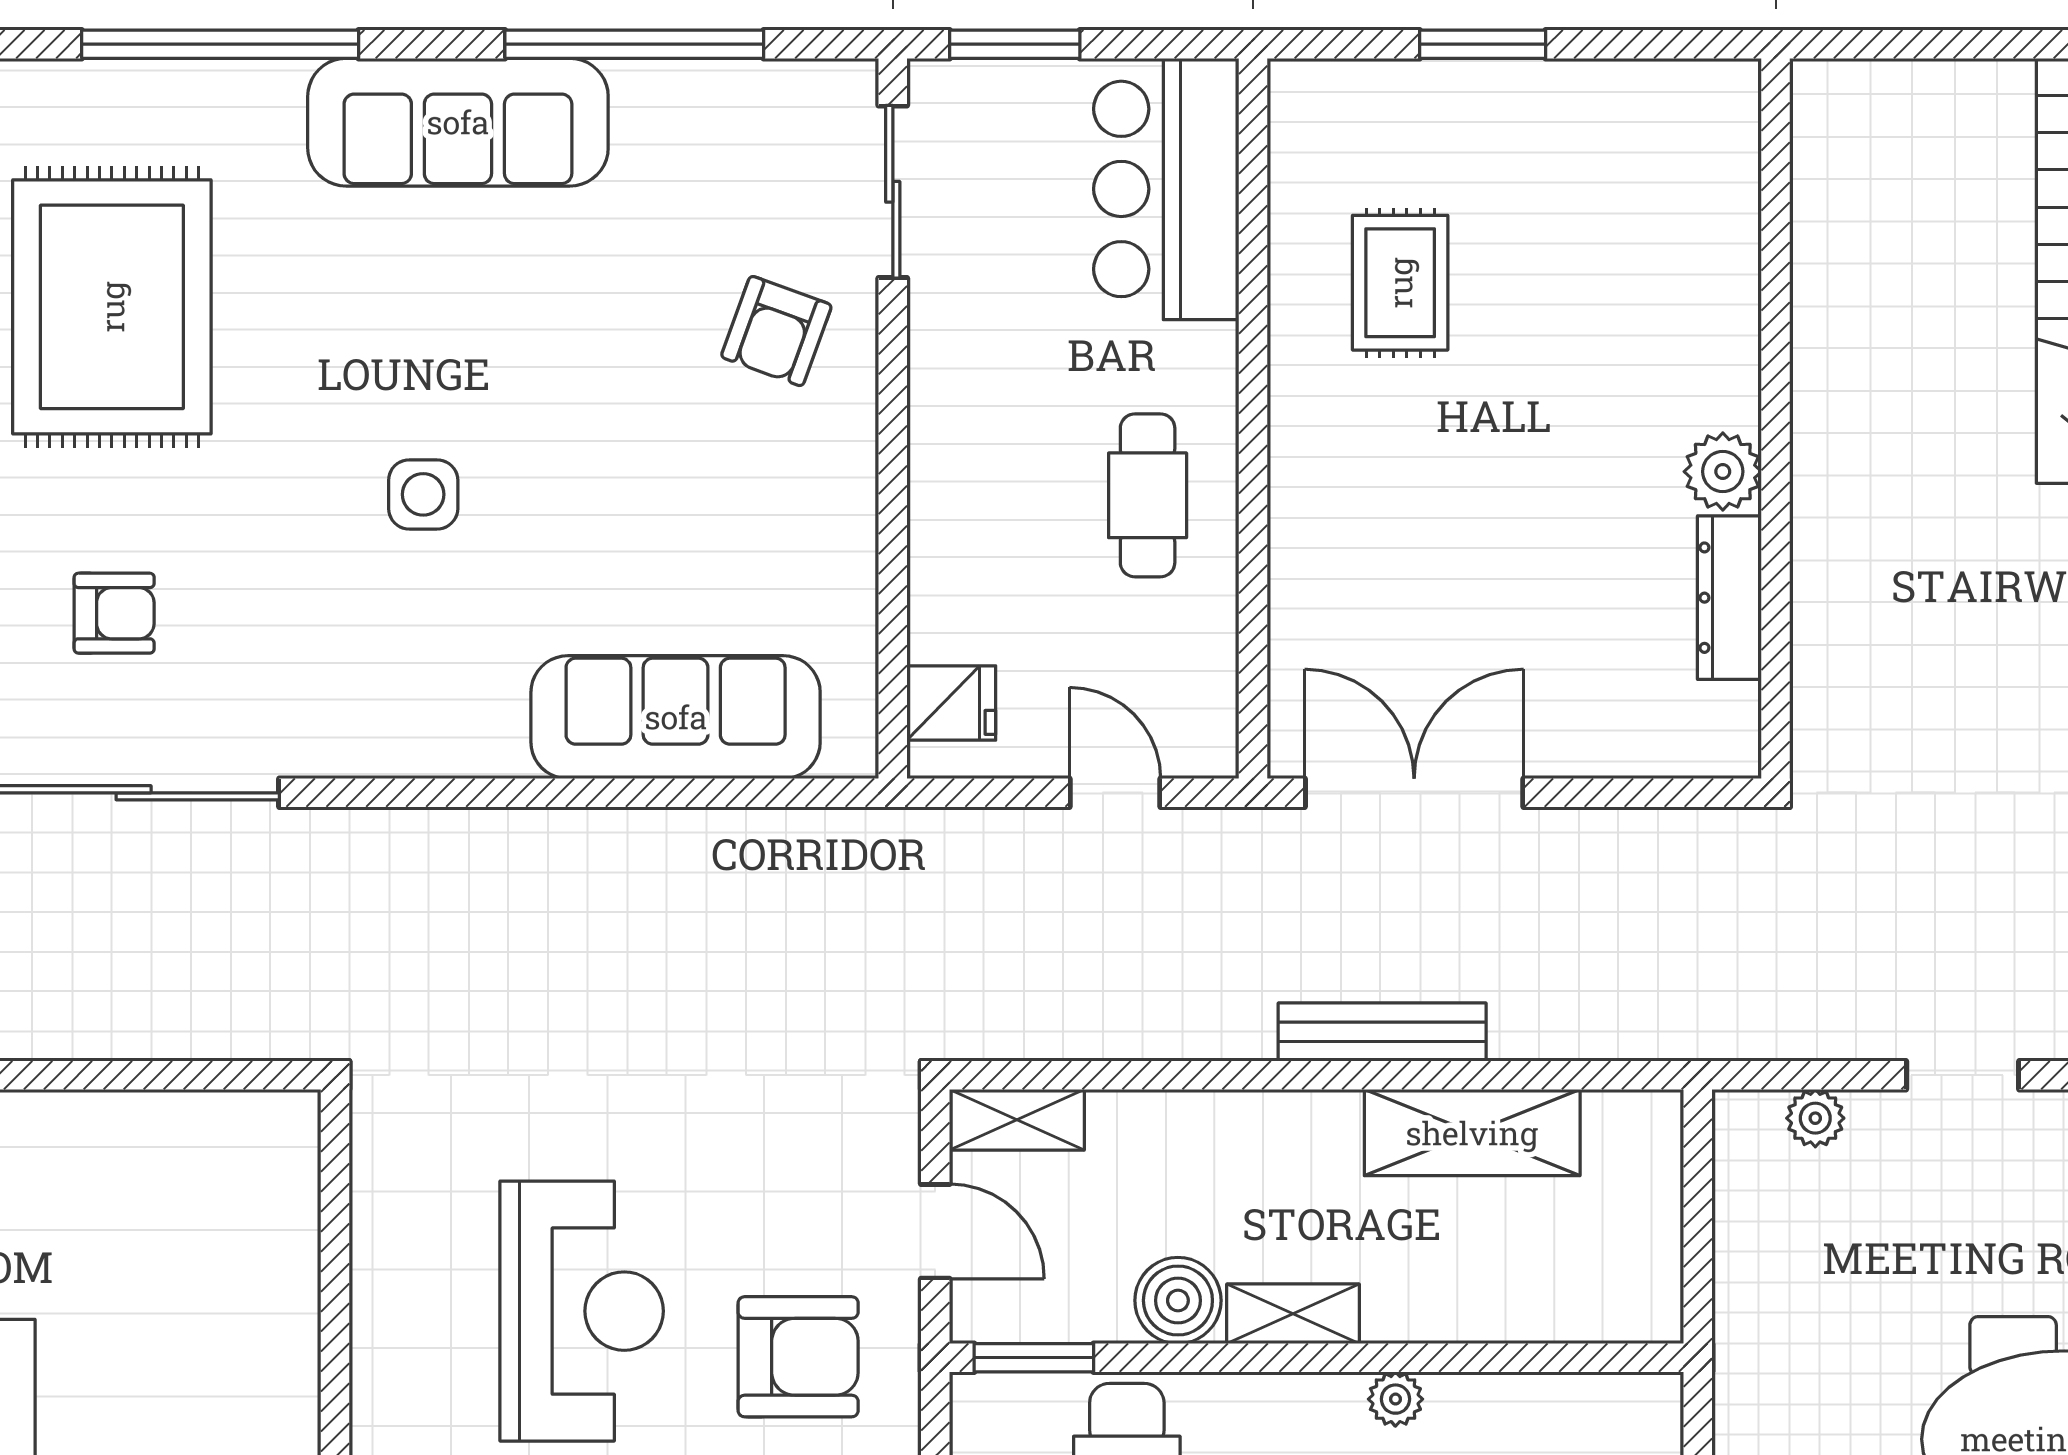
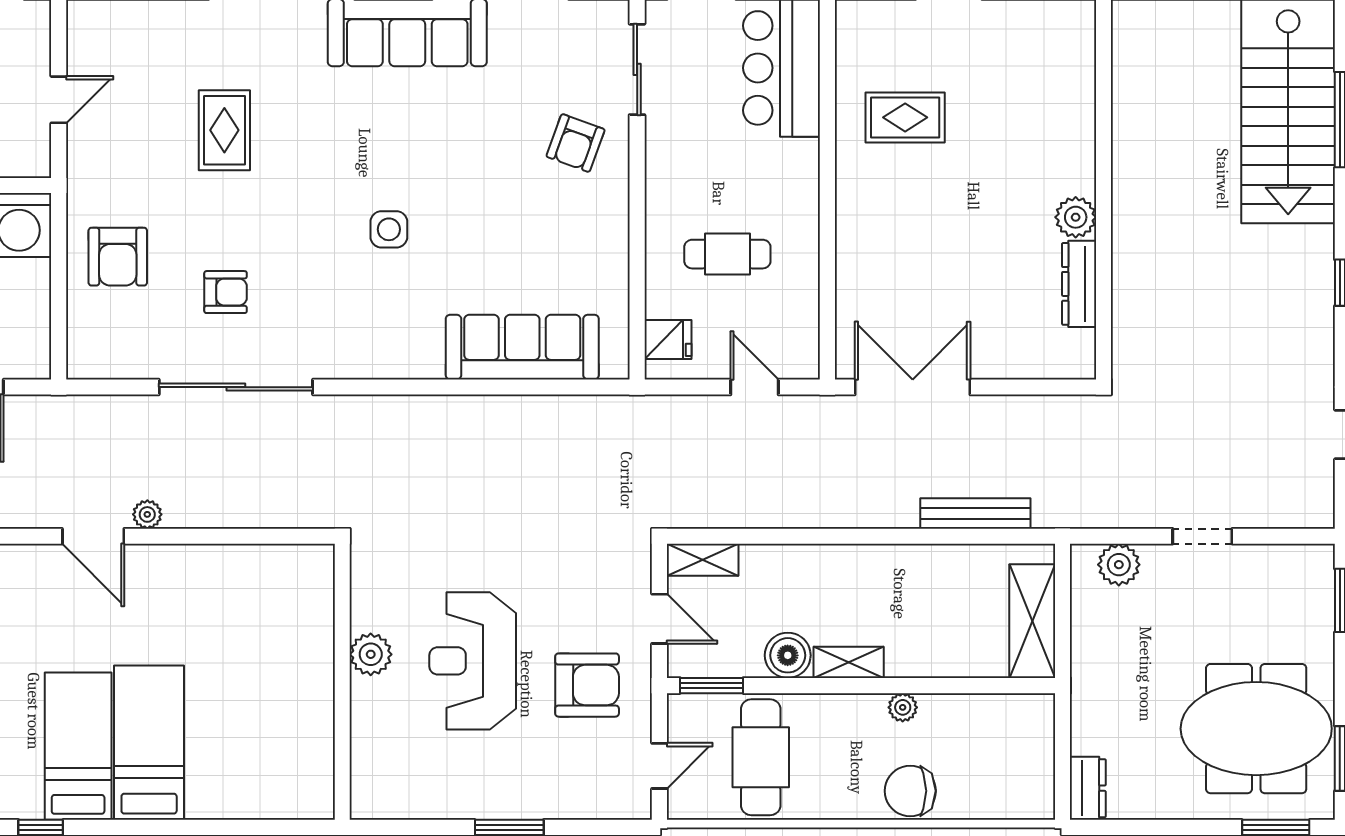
rug: (1400, 283) -> (905, 117), turned 90
rug: (112, 307) -> (224, 130), width x0.54, depth x0.49
cafe table: (1148, 495) -> (727, 254), moved, turned 90
bench: (1382, 1032) -> (975, 513), moved
plant: (1815, 1118) -> (1119, 565), width x1.38, depth x1.38
shelving: (1472, 1133) -> (1032, 621), moved, turned 90
plant: (389, 1299) -> (371, 654), added
reception desk: (582, 1311) -> (473, 661), turned 180

